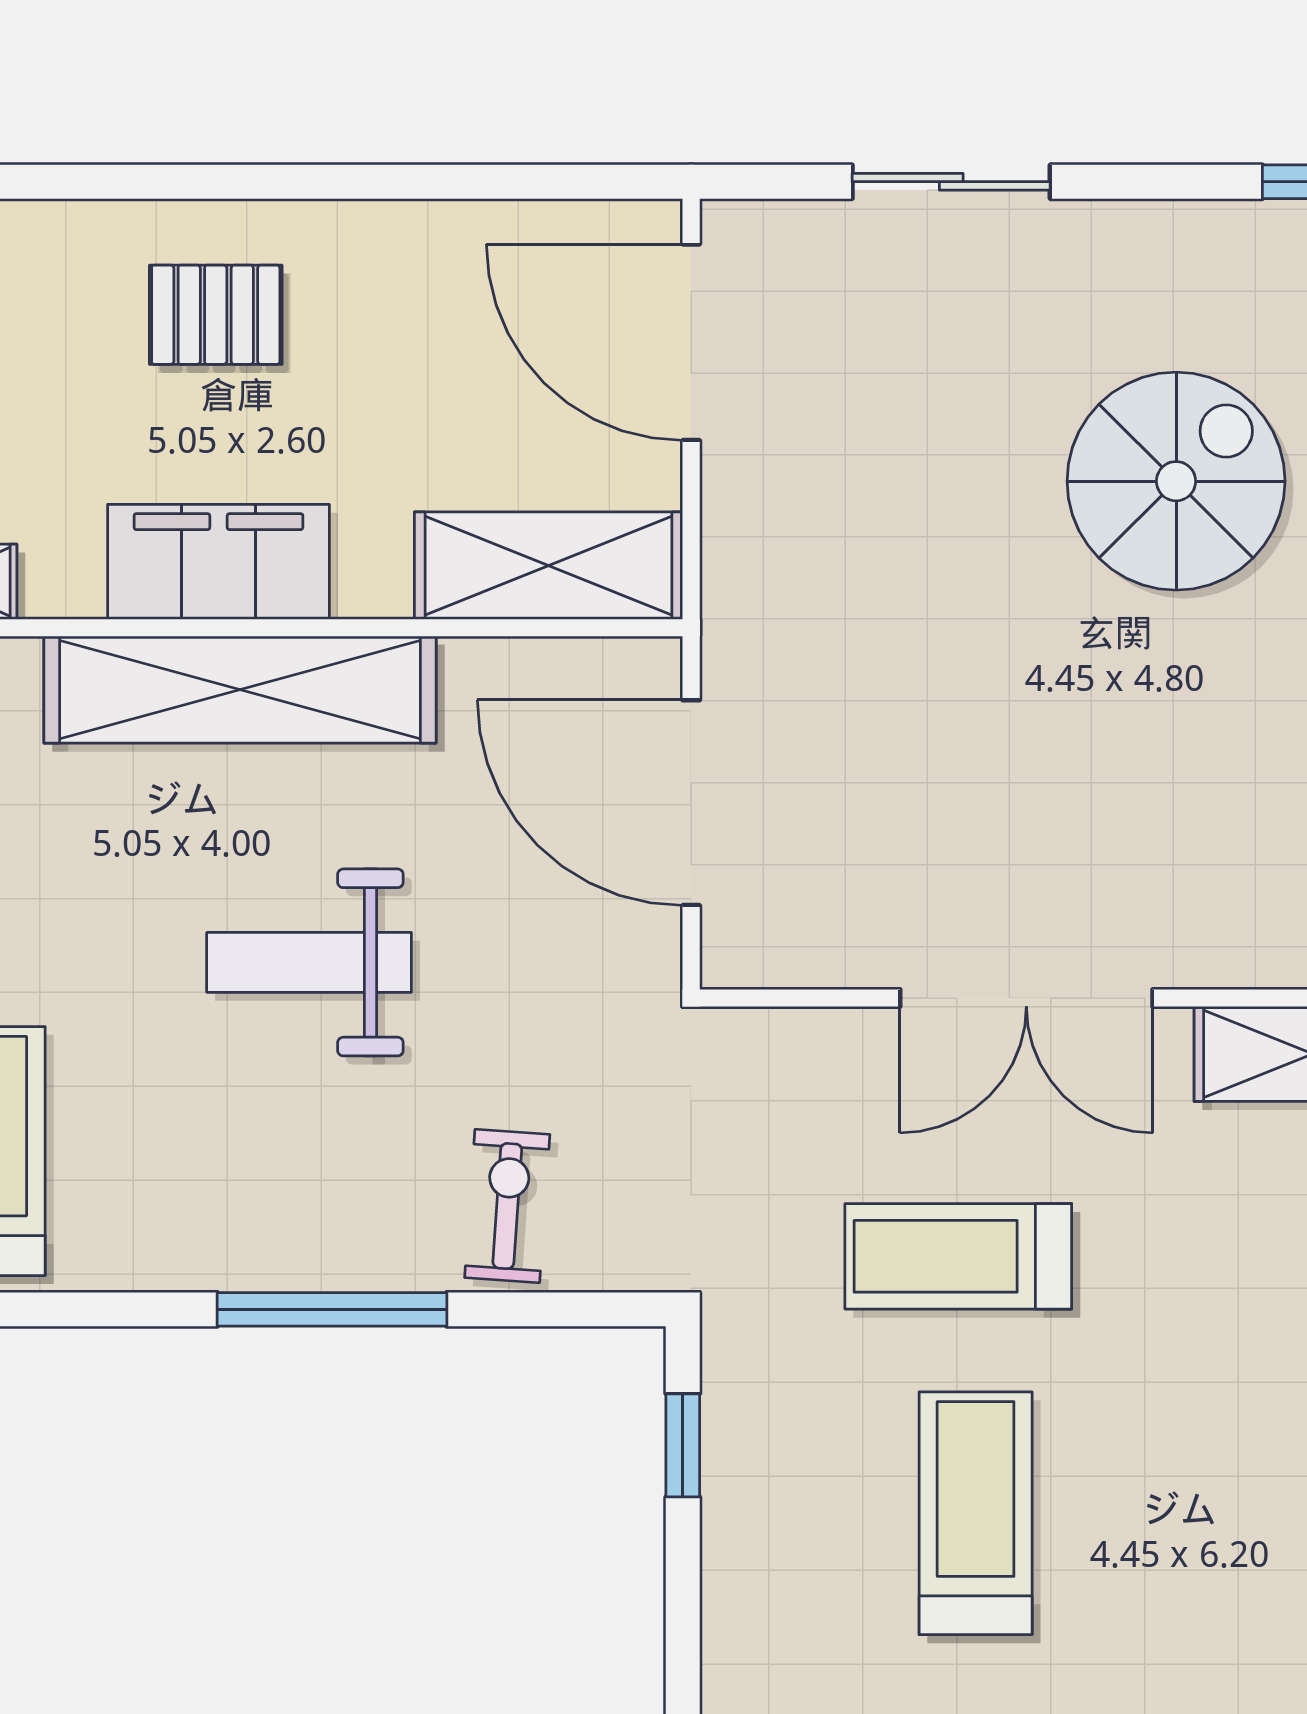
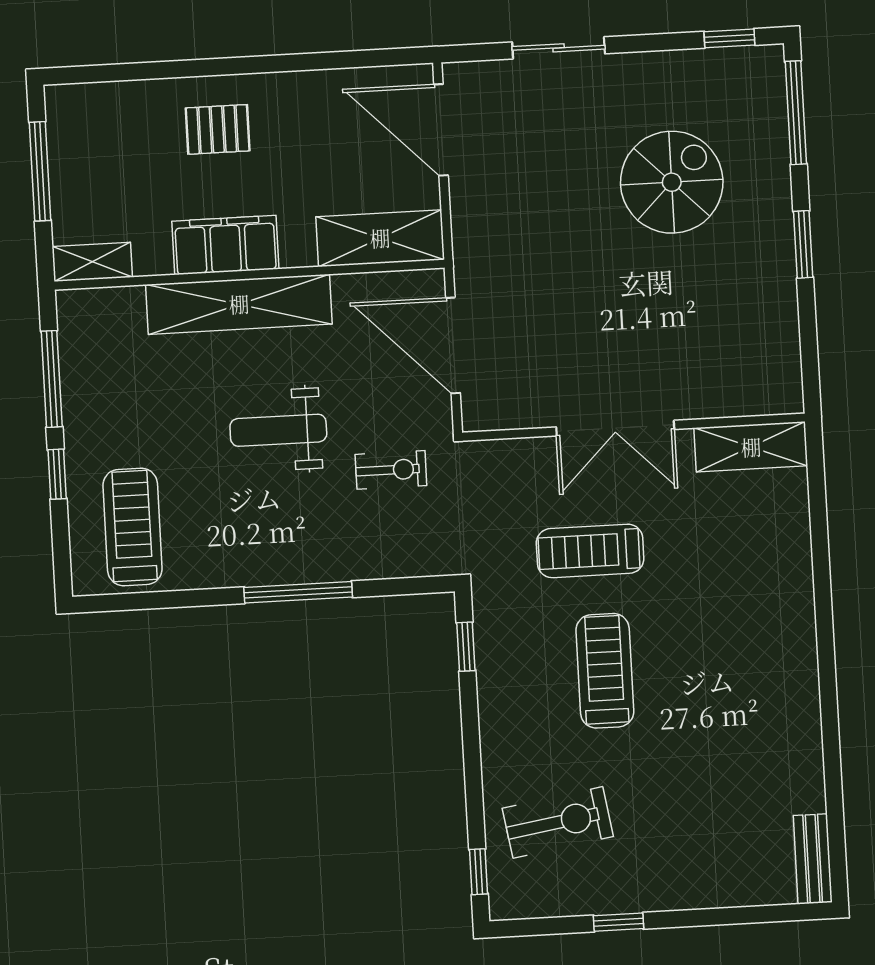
exercise bike: (507, 1206) -> (391, 470), moved, turned 86

